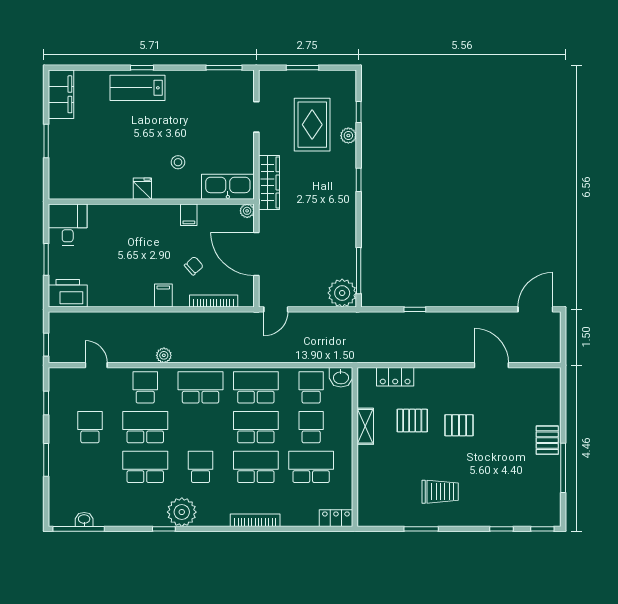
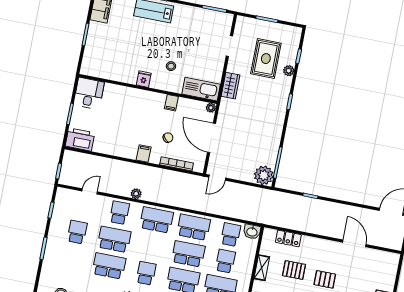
wardrobe: (269, 182) -> (231, 86), width x0.67
door: (96, 365) -> (90, 191), hinge flipped

